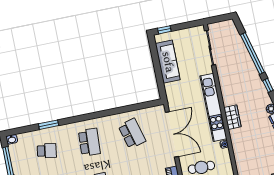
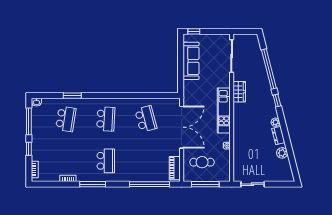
kitchen unit: (213, 107) -> (224, 110), width x0.73
wardrobe: (233, 117) -> (239, 92), moved
school desk: (47, 151) -> (66, 119), width x1.85

